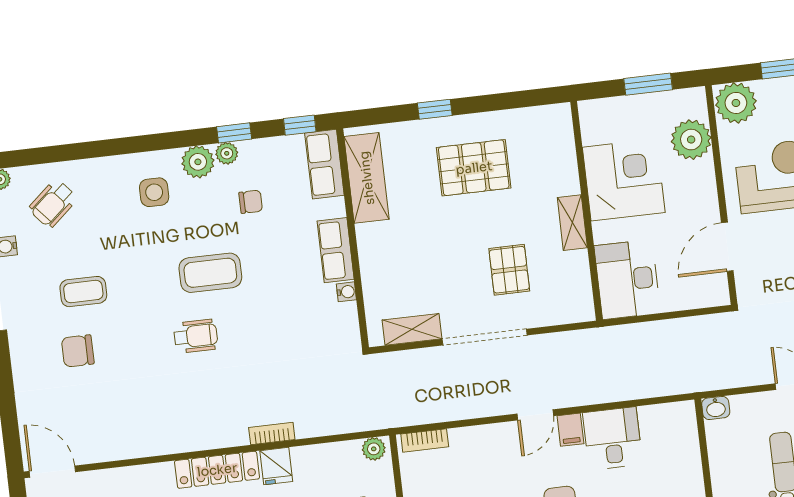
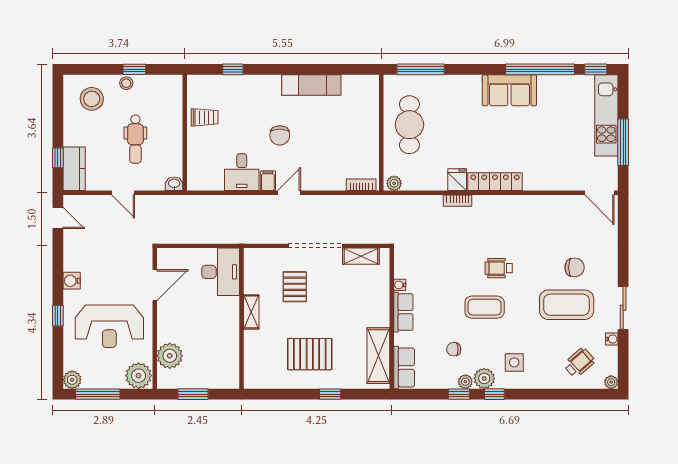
window: (300, 125) -> (494, 394), moved
corner desk: (624, 180) -> (215, 335), removed
coffee table: (83, 292) -> (567, 305), width x1.86, depth x1.72

